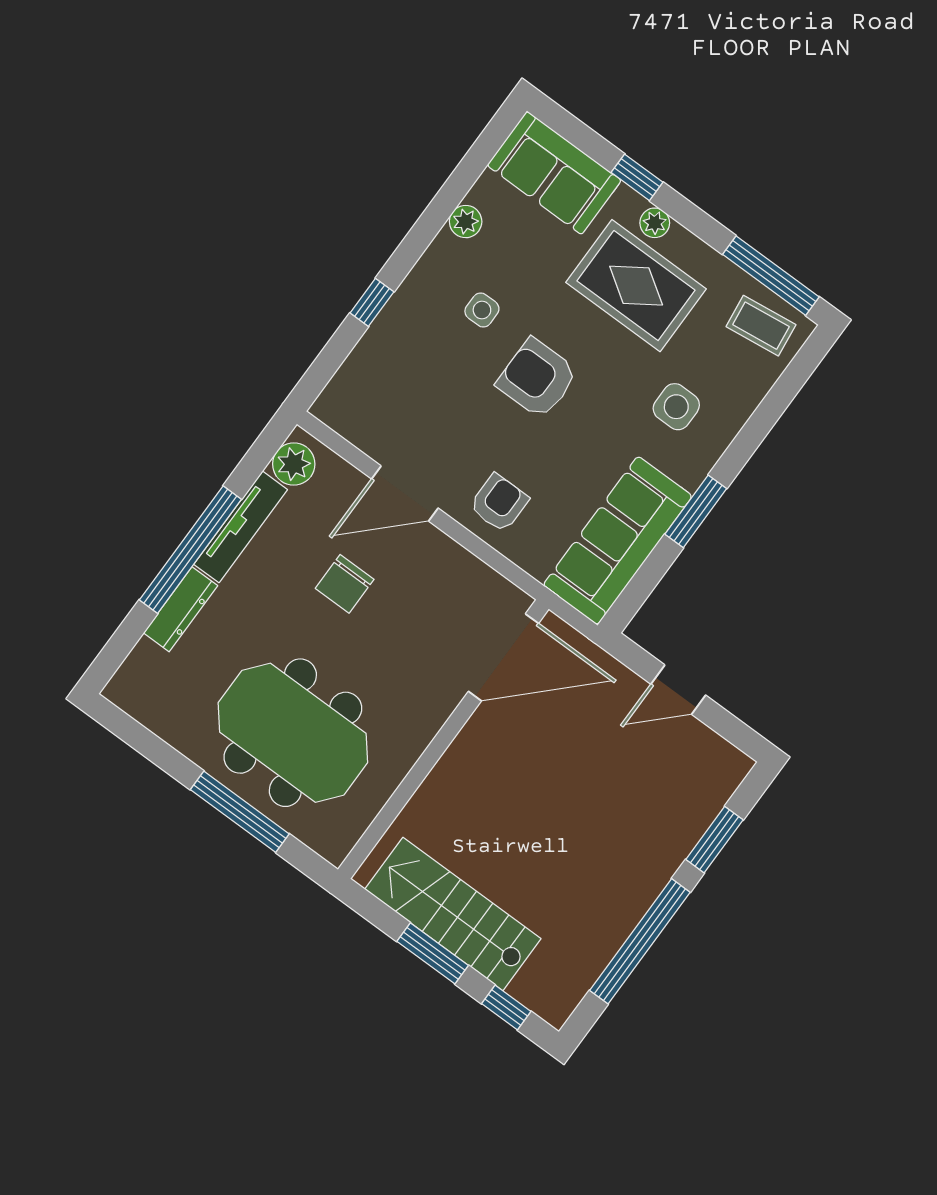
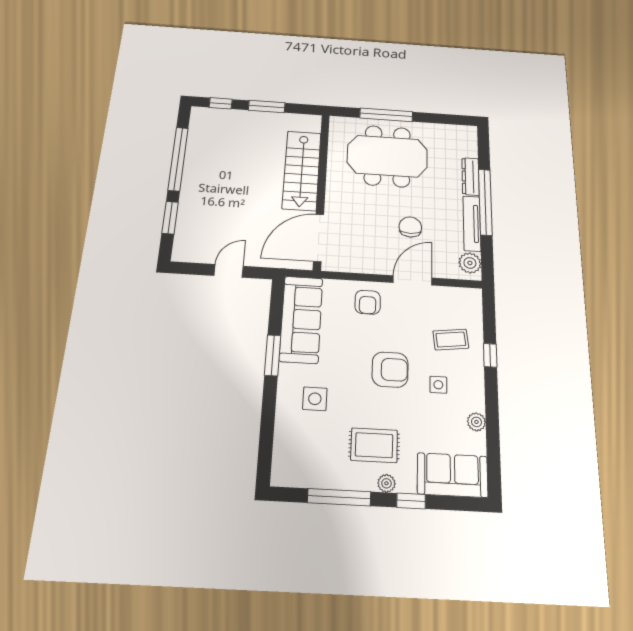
window: (771, 276) -> (339, 497), moved
rug: (636, 286) -> (374, 445), width x0.73, depth x0.70
coffee table: (761, 326) -> (451, 340), moved
stairs: (453, 914) -> (302, 170), moved, turned 90

